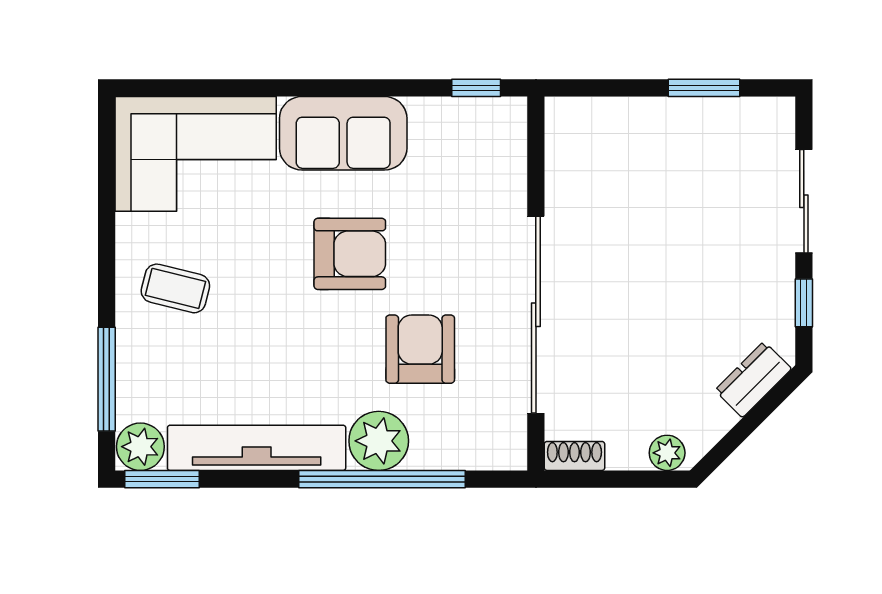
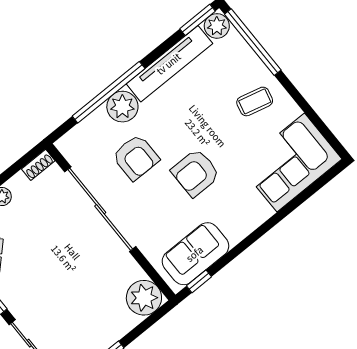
plant: (578, 130) -> (144, 298), added
sofa: (343, 133) -> (195, 254), moved
window: (107, 379) -> (253, 42), width x1.46

